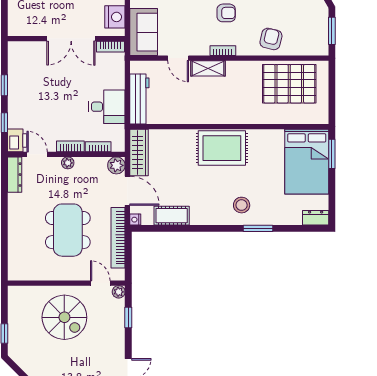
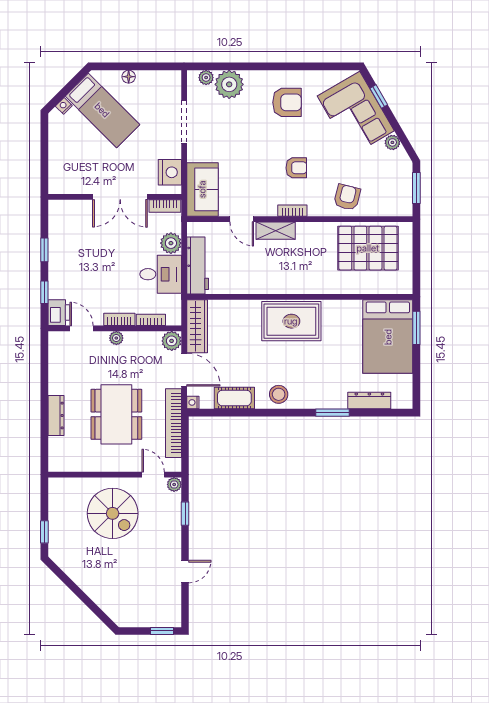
plant: (116, 79) -> (171, 243), added
dresser: (15, 175) -> (56, 416), moved
stool: (242, 205) -> (279, 394), moved
dresser: (316, 218) -> (369, 400), moved, width x1.44

